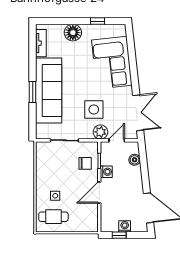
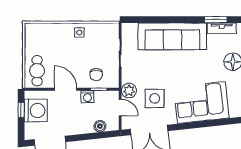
window: (33, 92) -> (216, 20), moved
side table: (94, 110) -> (155, 98), moved
side table: (55, 196) -> (79, 32), moved
cafe table: (53, 217) -> (37, 71), moved
washing machine: (125, 226) -> (36, 110), width x1.89, depth x1.89

